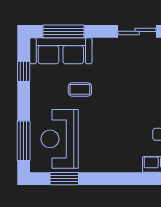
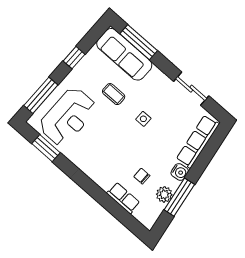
window: (24, 71) -> (74, 58), moved
side table: (120, 88) -> (143, 119), added
reception desk: (60, 139) -> (68, 117), turned 180

